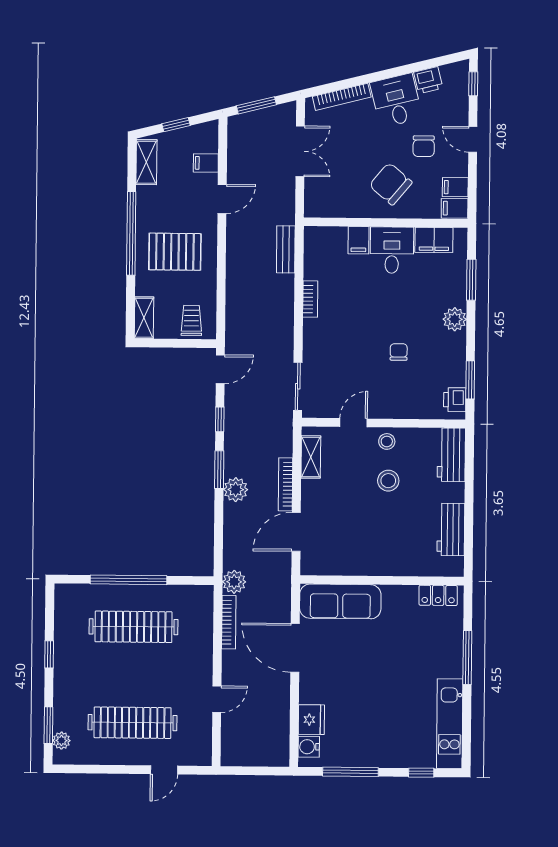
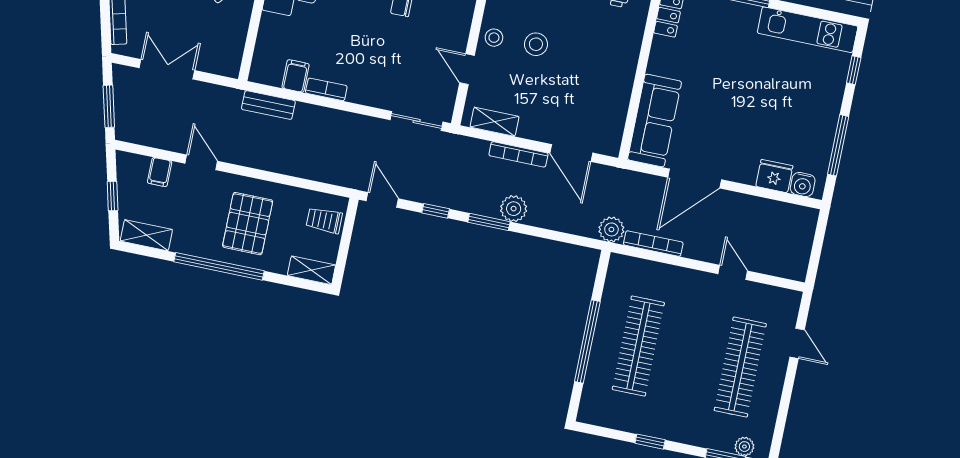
filing cabinet: (358, 240) -> (296, 76), moved, turned -90

